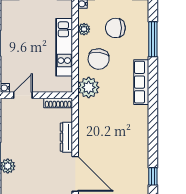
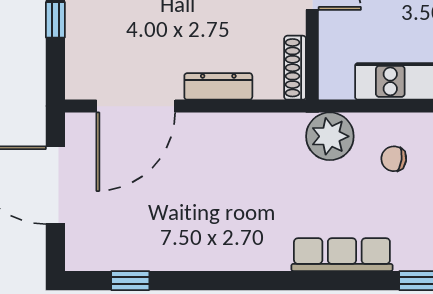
chair: (99, 59) -> (394, 159), width x0.54, depth x0.54

